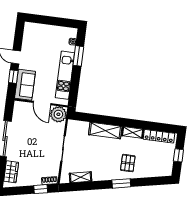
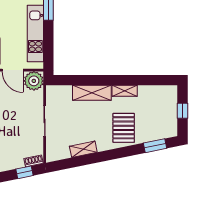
locker: (159, 136) -> (156, 91), removed
pallet: (128, 163) -> (124, 128), width x1.50, depth x1.42
shelving: (81, 177) -> (83, 149), moved
window: (121, 183) -> (155, 146), moved

